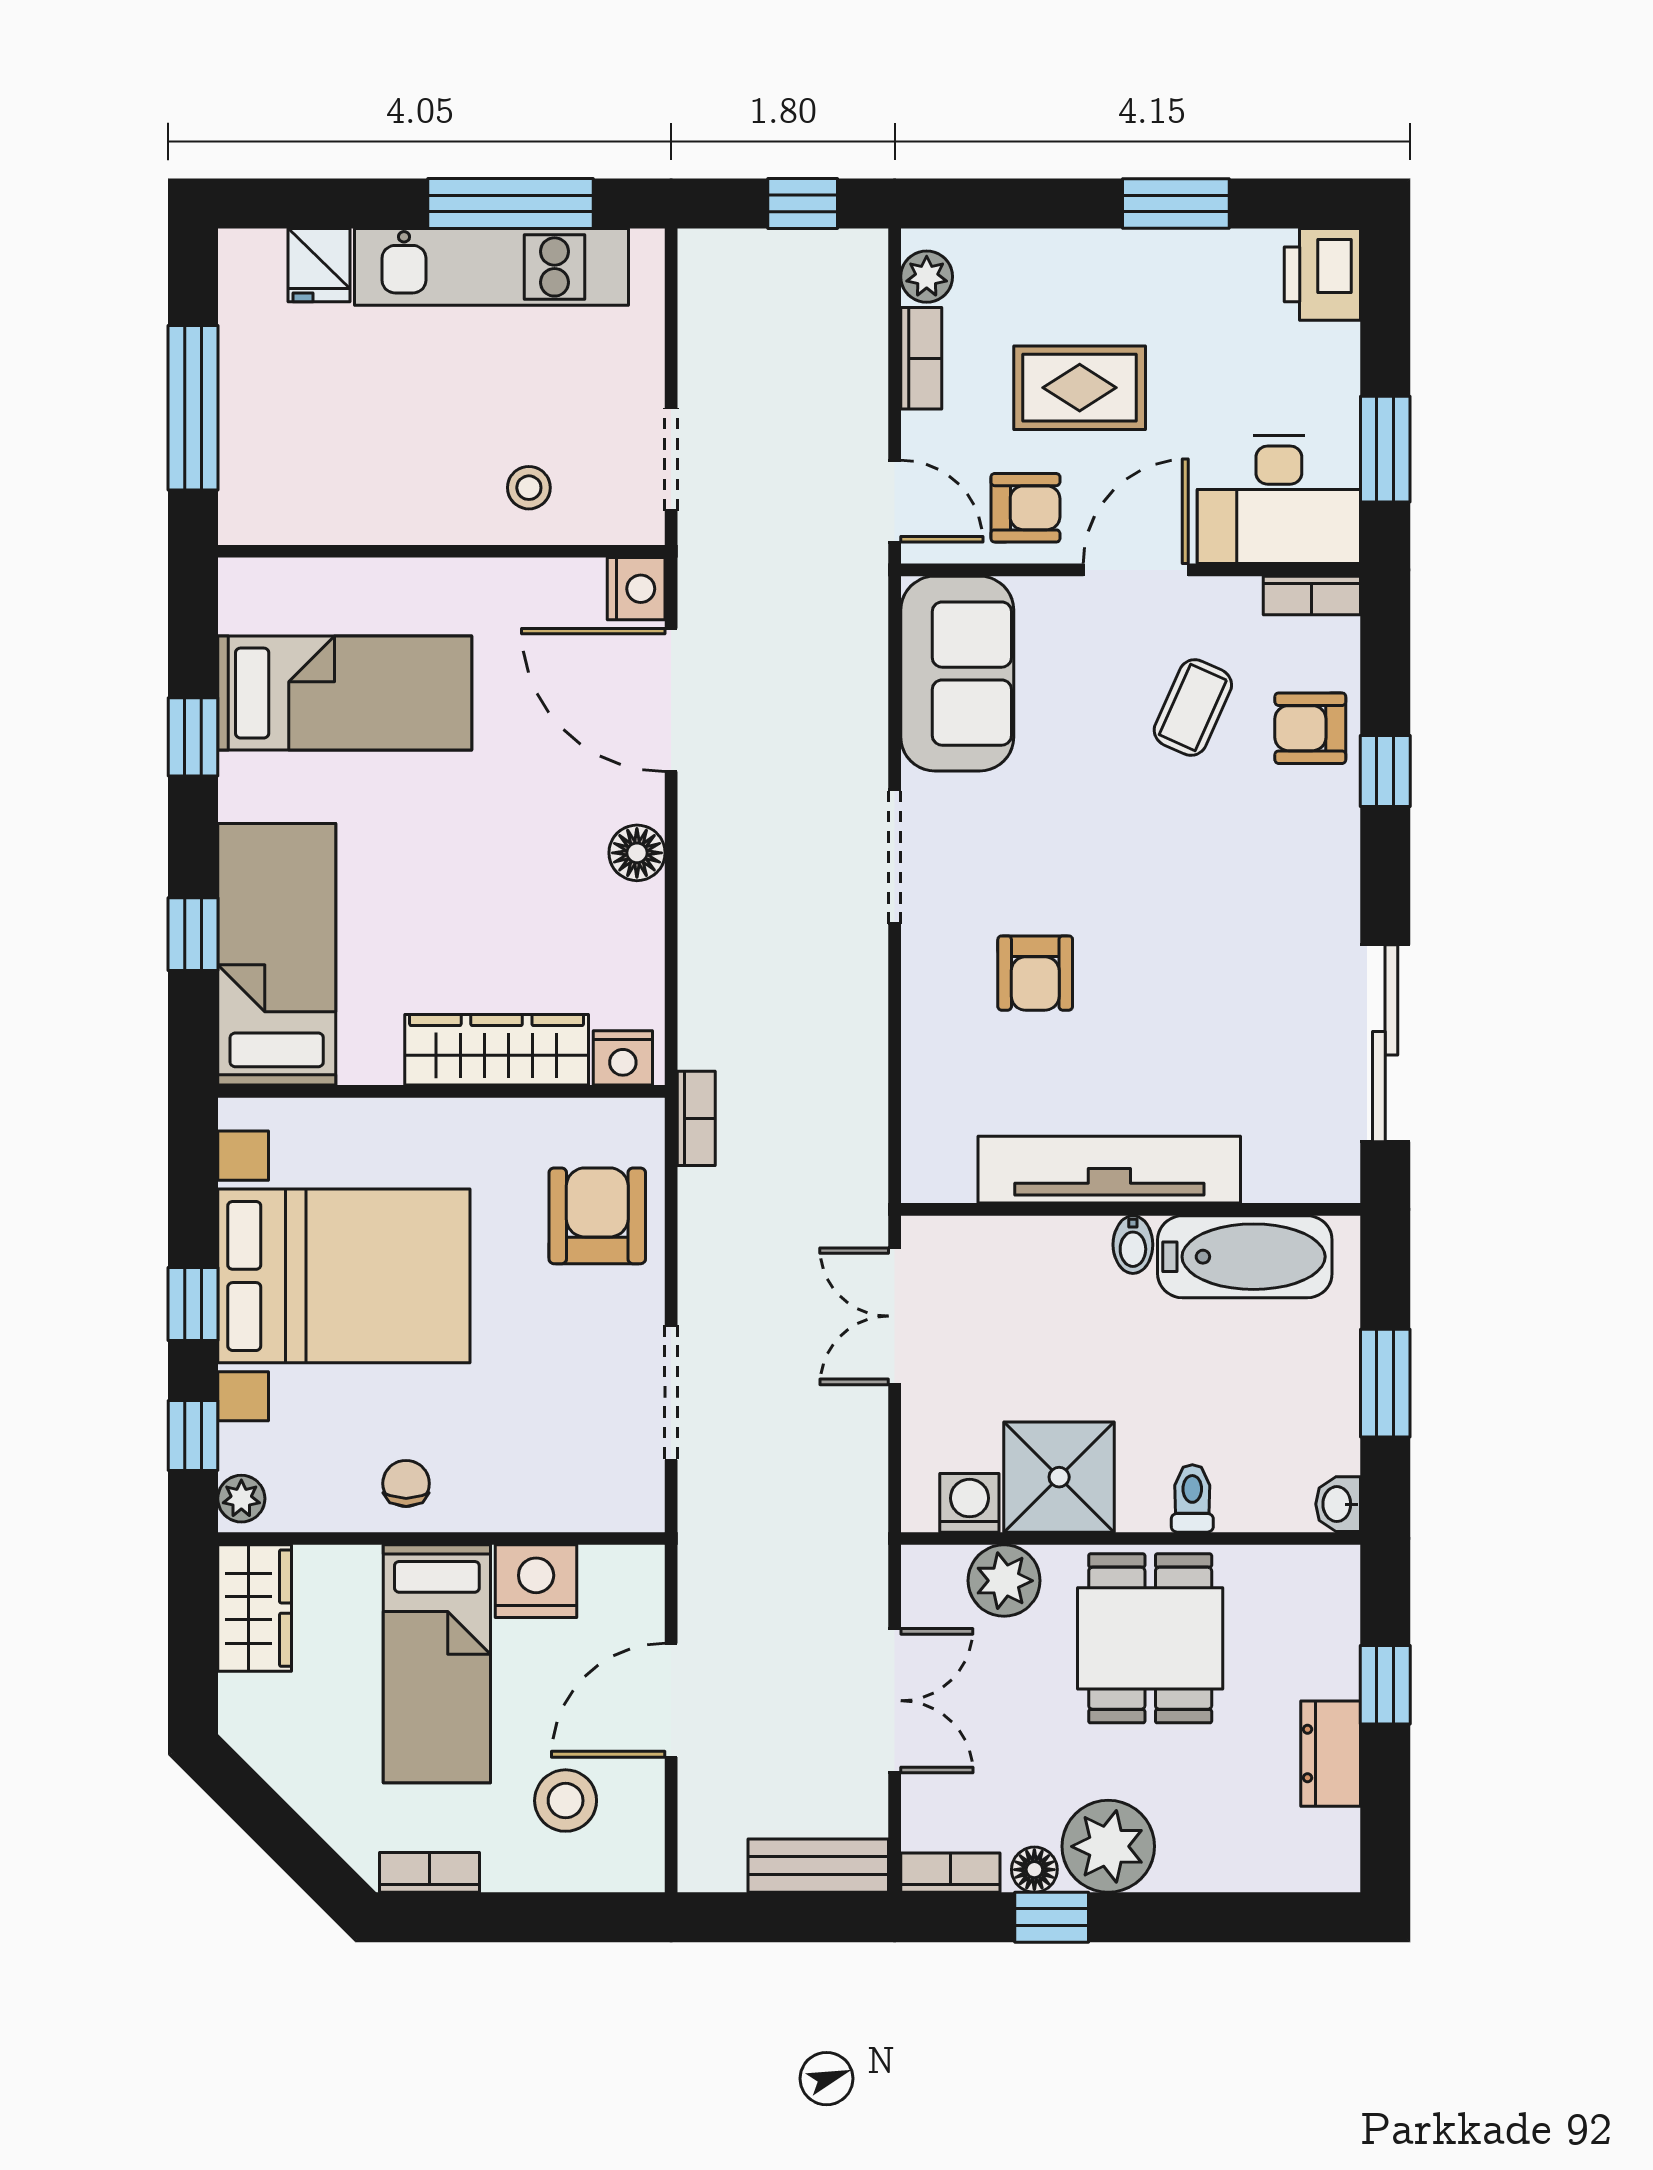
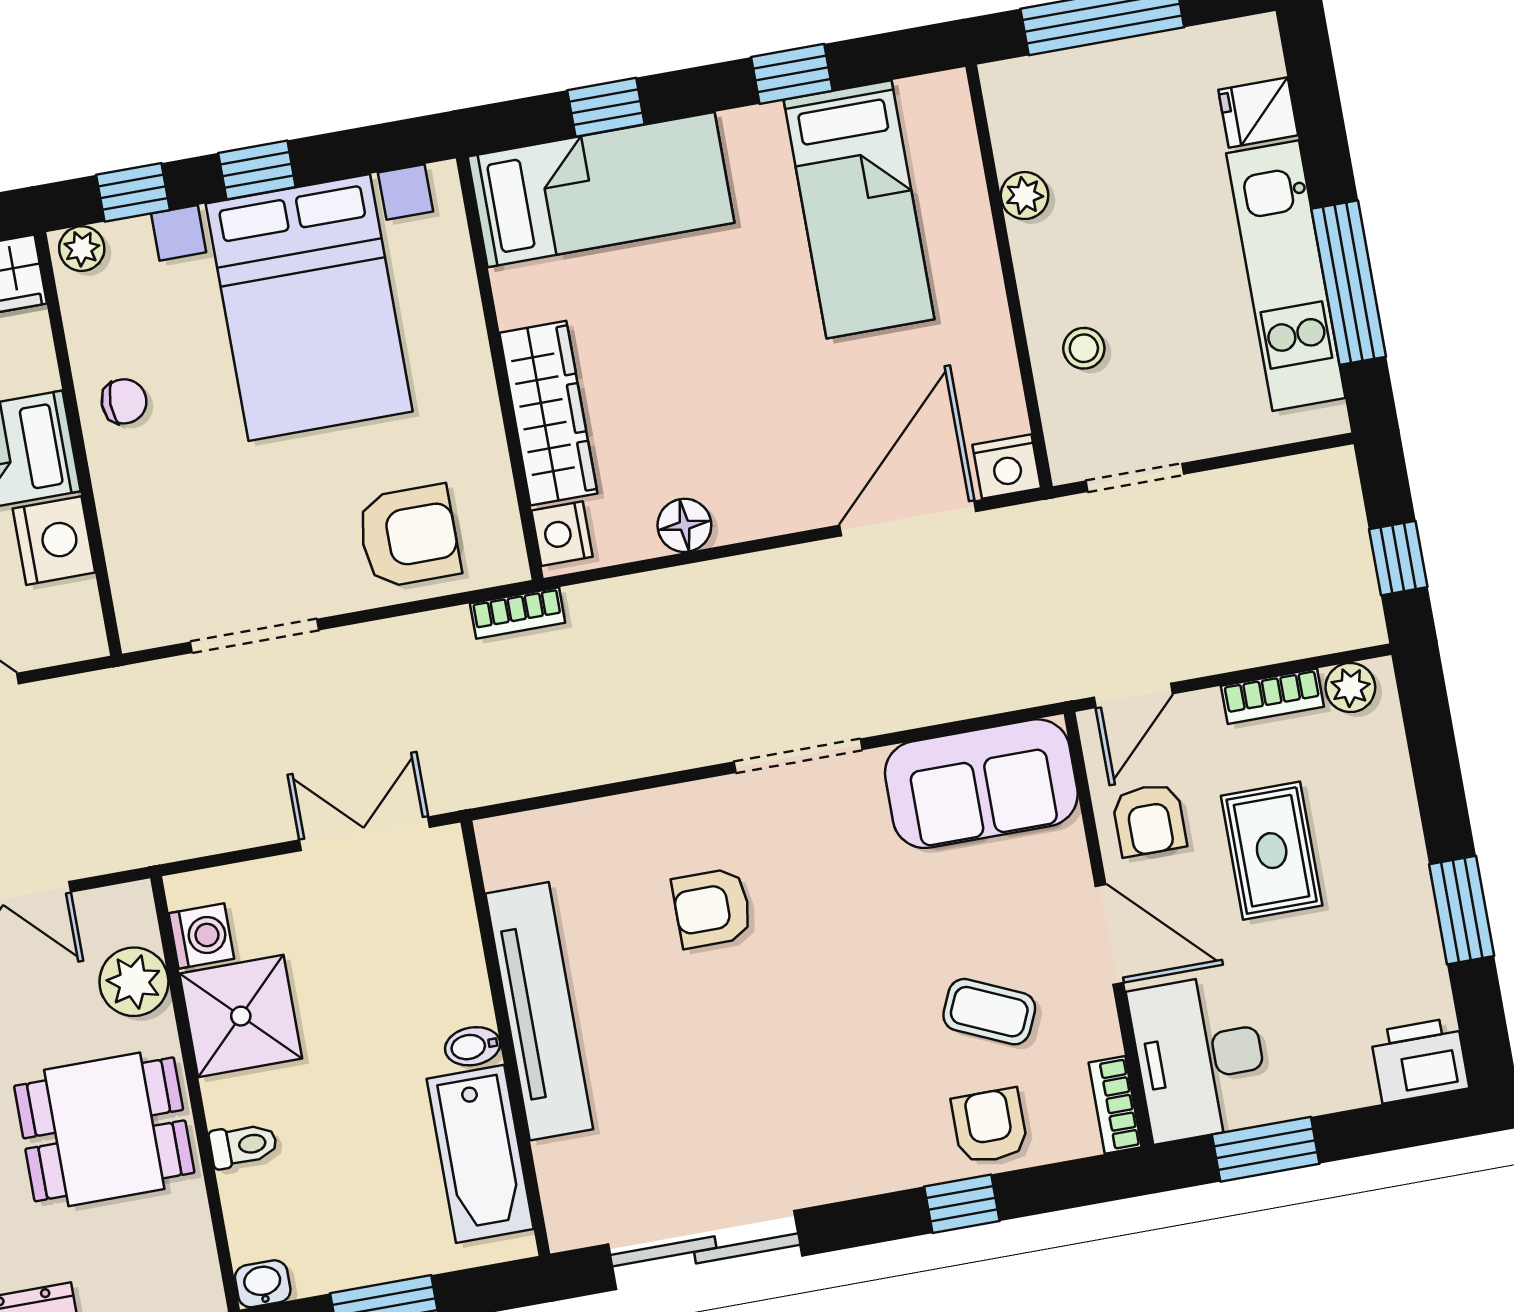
plant: (361, 520) -> (1025, 196), added
floor lamp: (637, 853) -> (684, 525), moved

